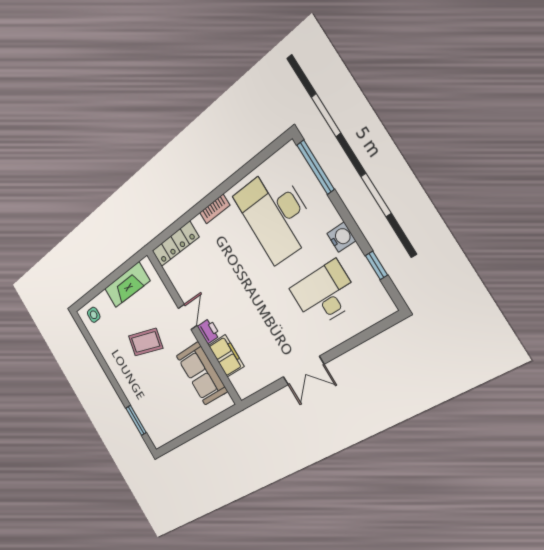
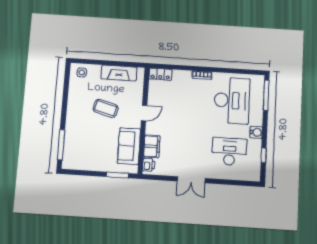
desk: (276, 215) -> (232, 100), turned 180
locker: (175, 244) -> (160, 74), width x0.66
printer: (209, 331) -> (149, 165), moved
window: (136, 420) -> (61, 145), width x1.44
window: (216, 420) -> (117, 175), added

